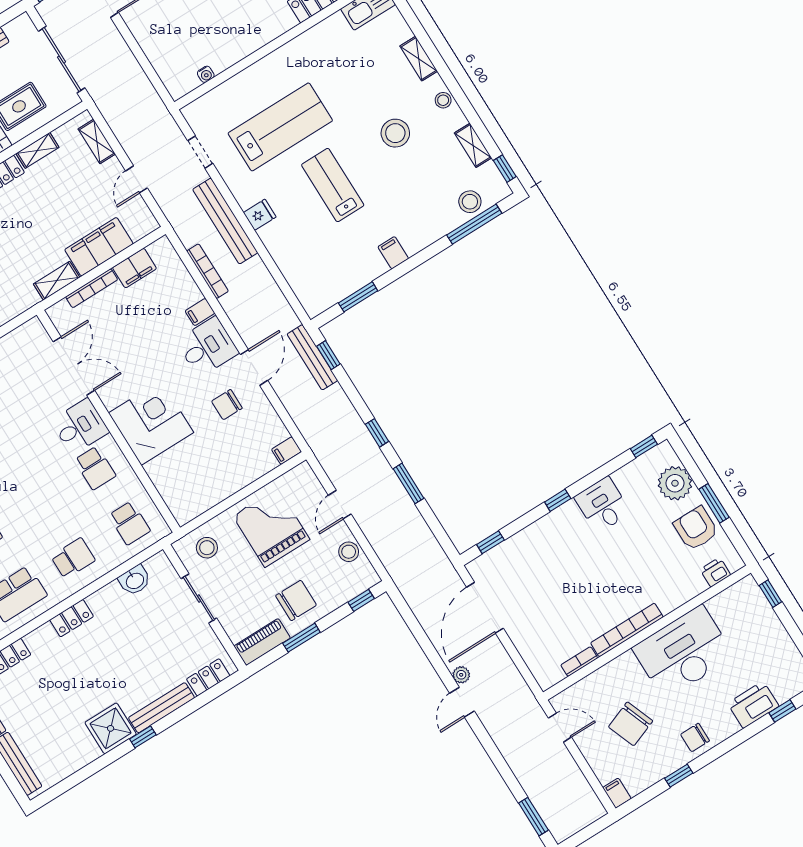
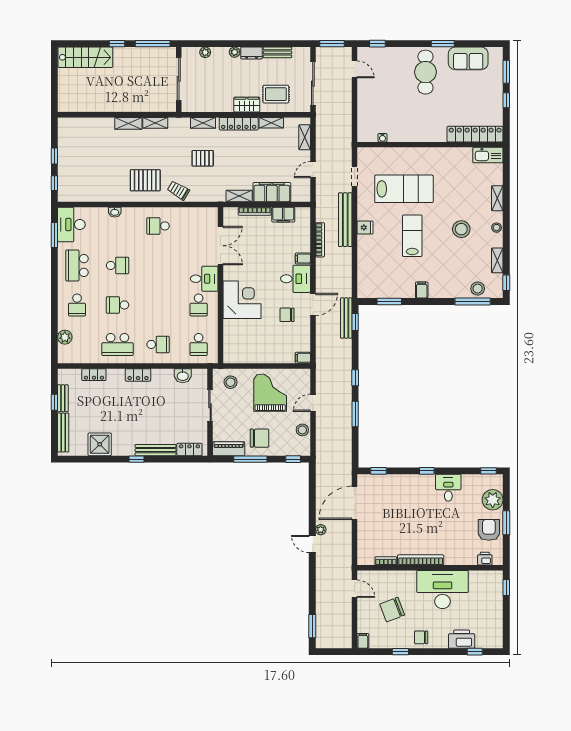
window: (301, 638) -> (250, 459), width x1.44
door: (462, 702) -> (312, 544), hinge flipped
shower: (111, 728) -> (100, 444), moved

